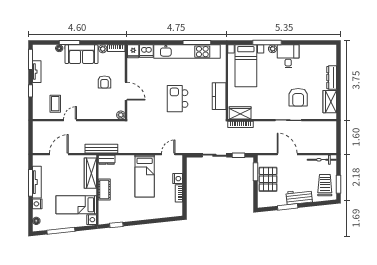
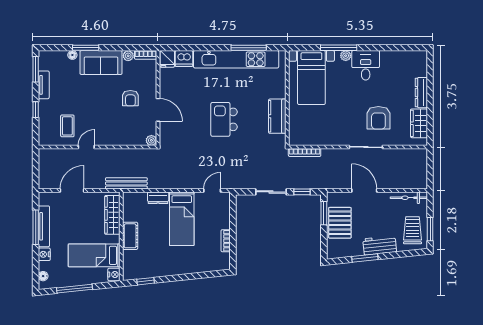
wardrobe: (240, 113) -> (304, 138), removed
dresser: (107, 160) -> (158, 198), moved
nightstand: (178, 179) -> (224, 222), removed

